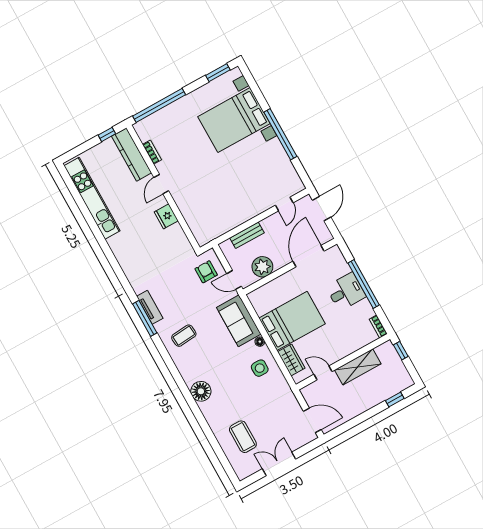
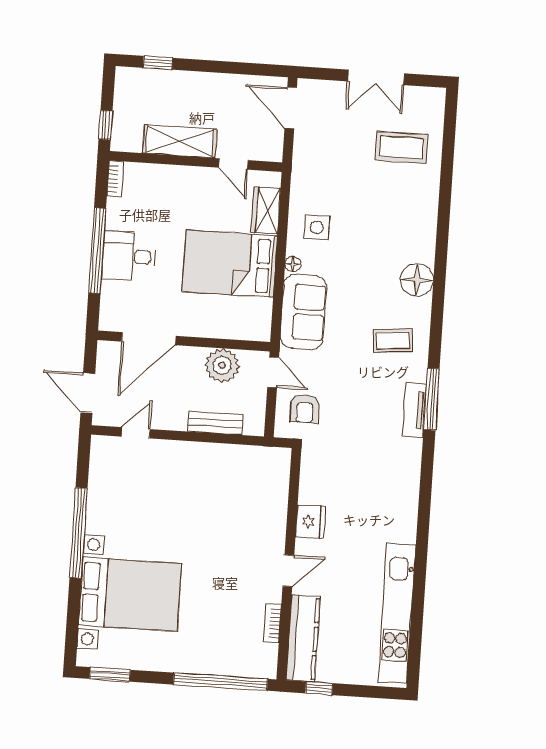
door: (322, 209) -> (88, 393), hinge flipped
floor lamp: (201, 391) -> (417, 280), moved
coffee table: (243, 437) -> (402, 147), turned 90

